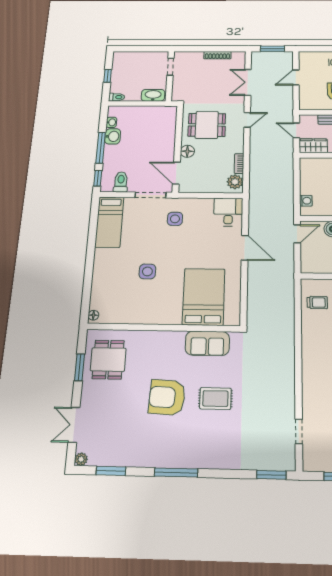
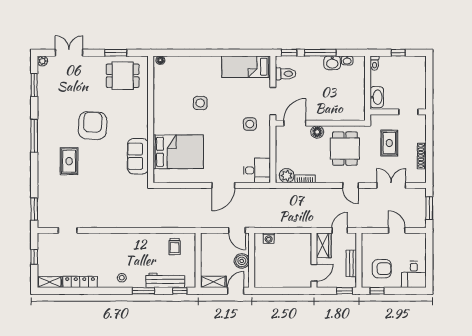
rug: (203, 84) -> (389, 143), added
rug: (215, 398) -> (69, 161), moved

